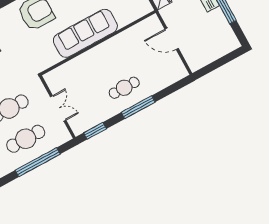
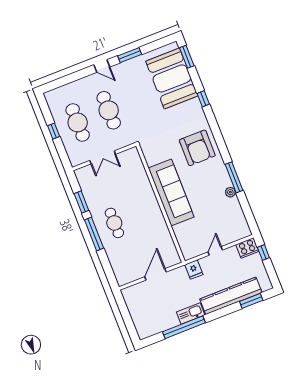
window: (95, 131) -> (81, 202), moved
window: (38, 162) -> (54, 131), width x0.32

